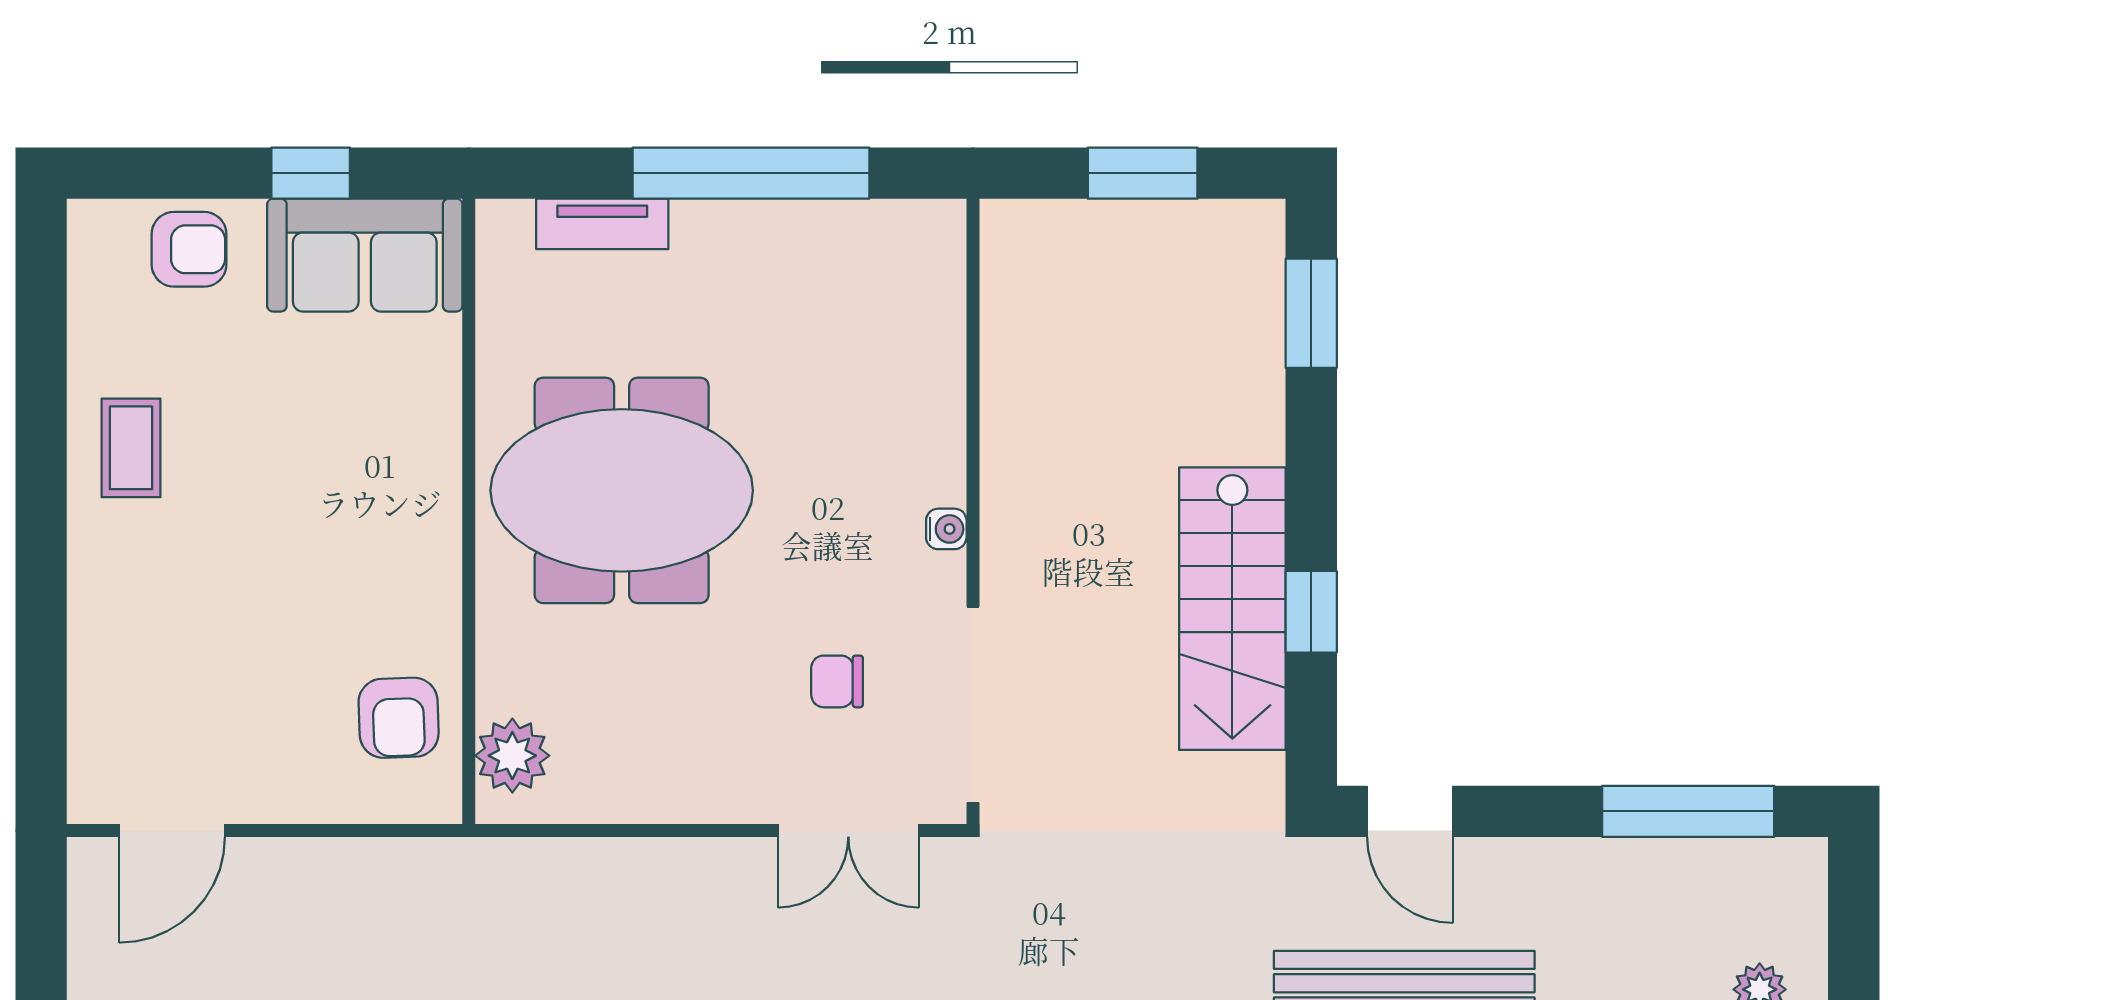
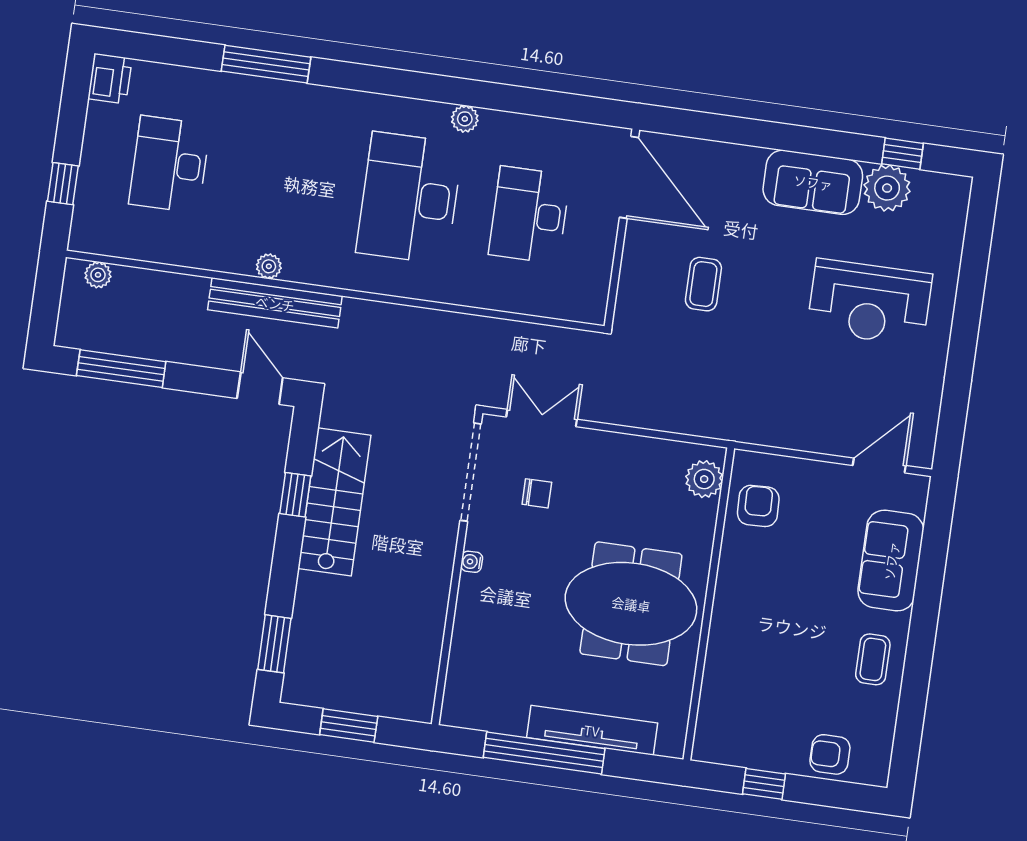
tv unit: (602, 224) -> (592, 730), width x1.92, depth x1.29
sofa: (365, 255) -> (891, 561), moved, turned -90

